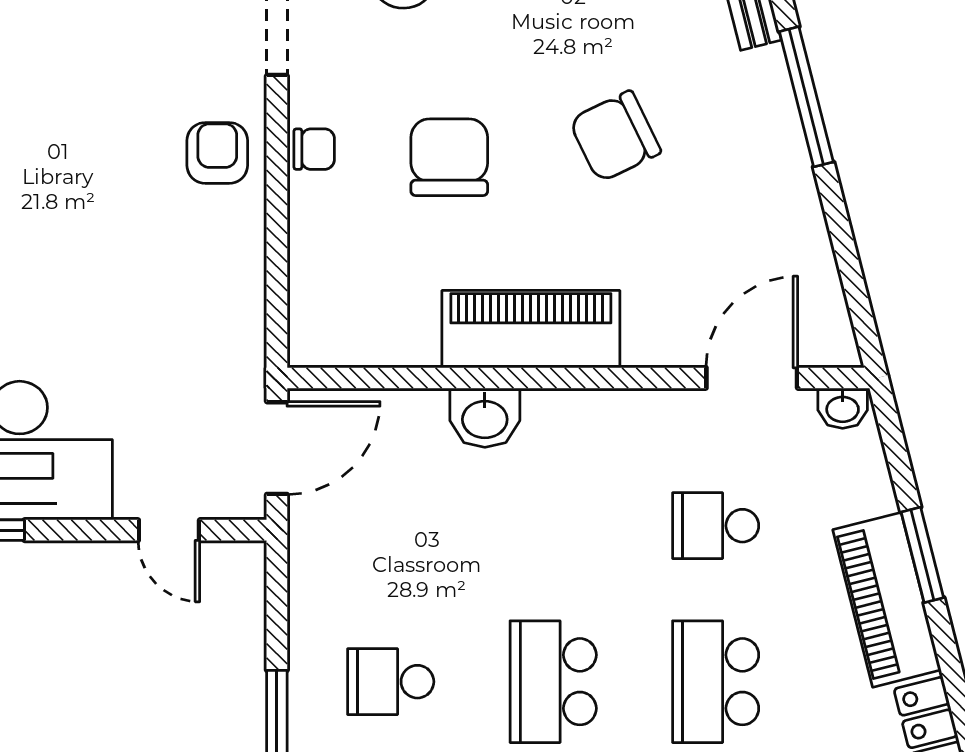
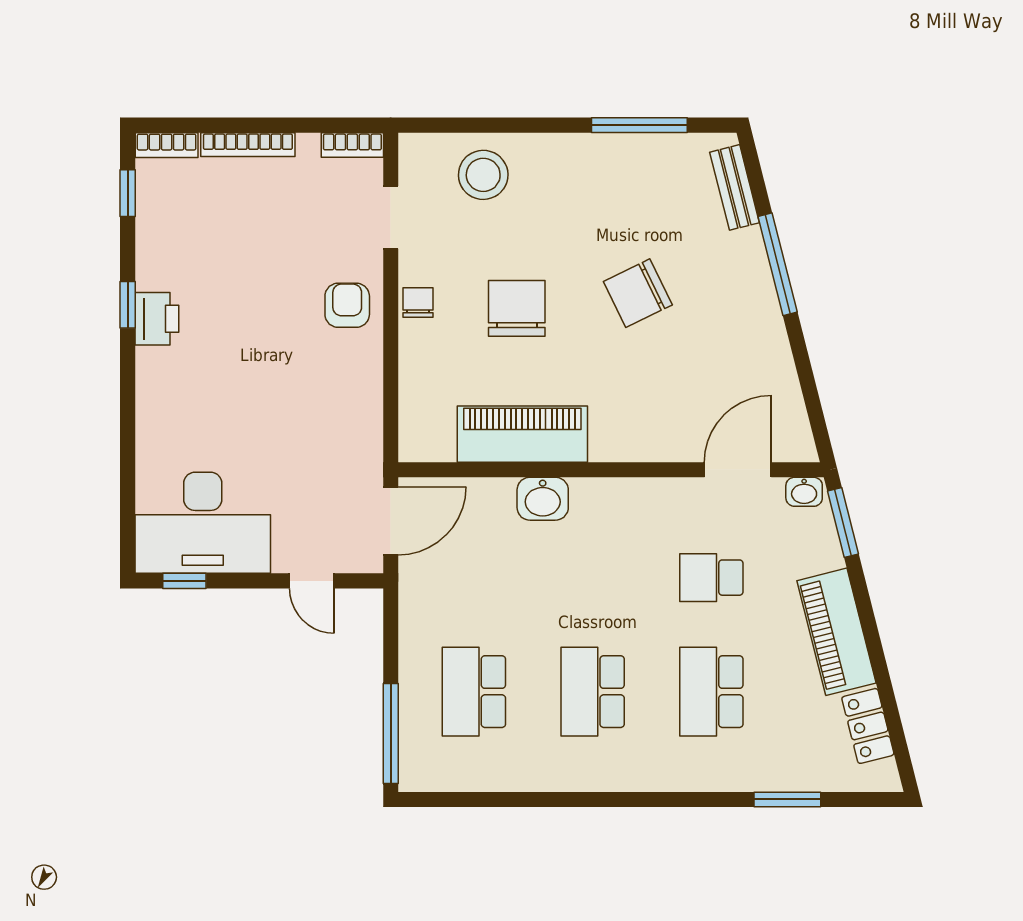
chair: (314, 149) -> (418, 302), turned -90
piano: (531, 329) -> (522, 434), moved
window: (922, 555) -> (843, 523), moved
school desk: (391, 682) -> (474, 692), width x1.85

